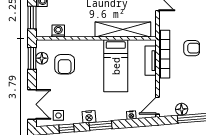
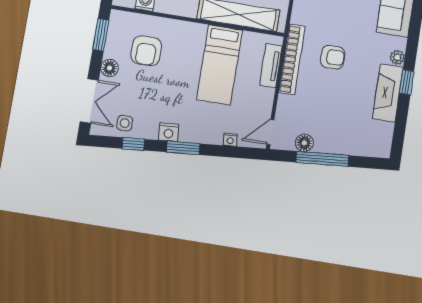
floor lamp: (42, 58) -> (110, 68), moved

